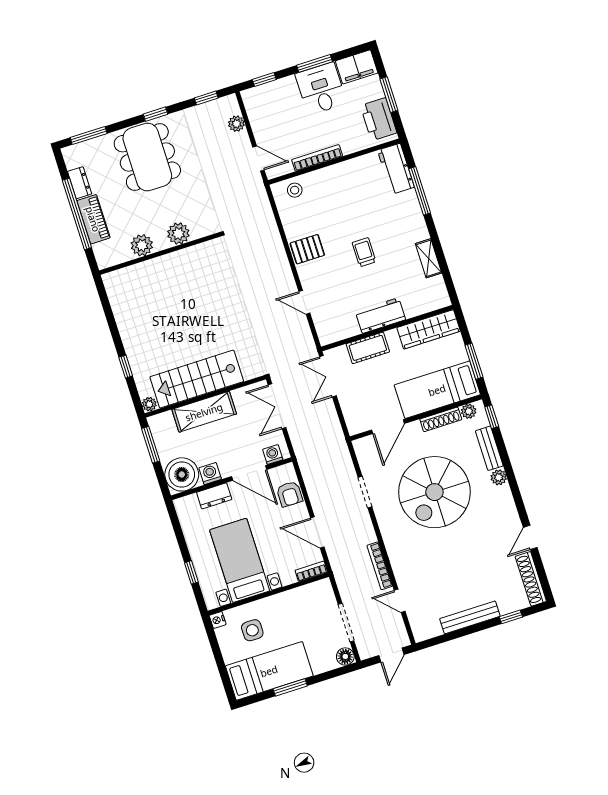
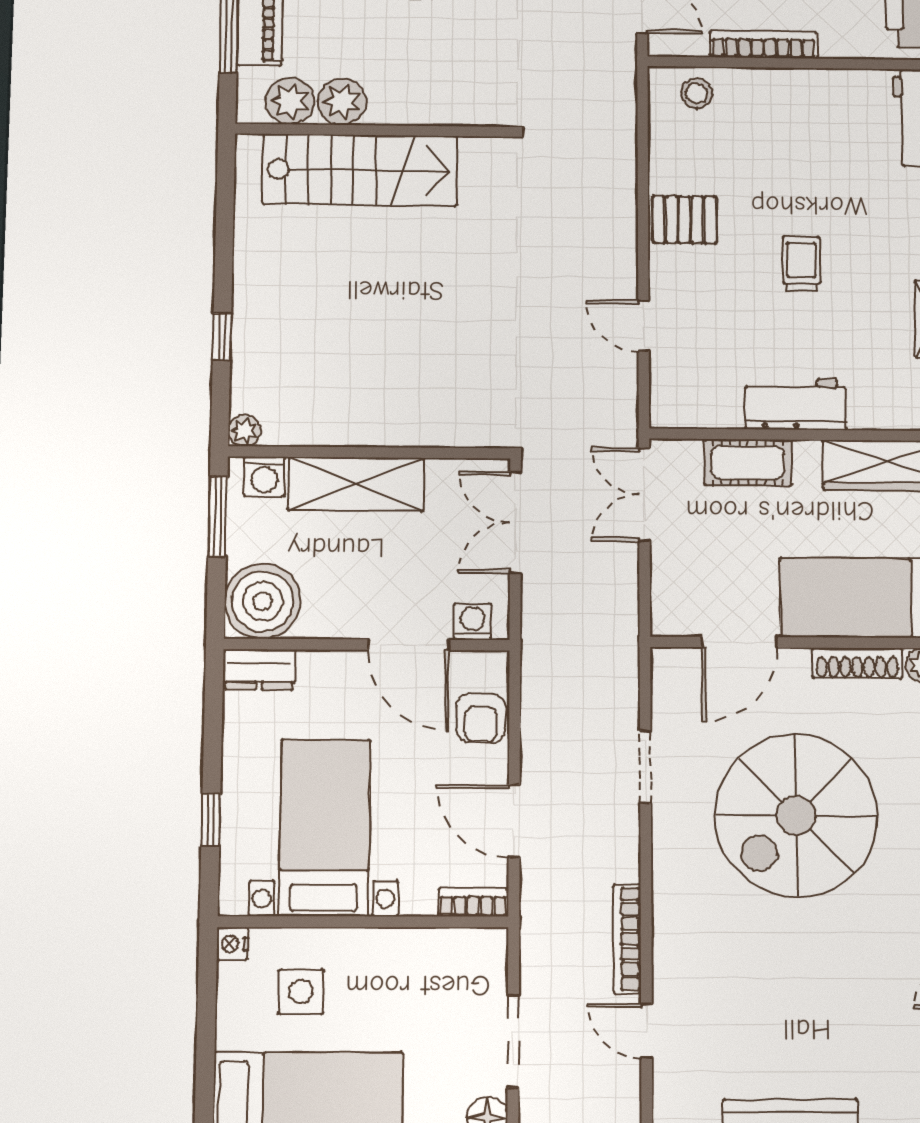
plant: (178, 234) -> (290, 101), moved
stairs: (197, 379) -> (360, 170), moved, turned 180
washing machine: (210, 474) -> (264, 477), moved, turned 180
dresser: (214, 496) -> (259, 669), moved

